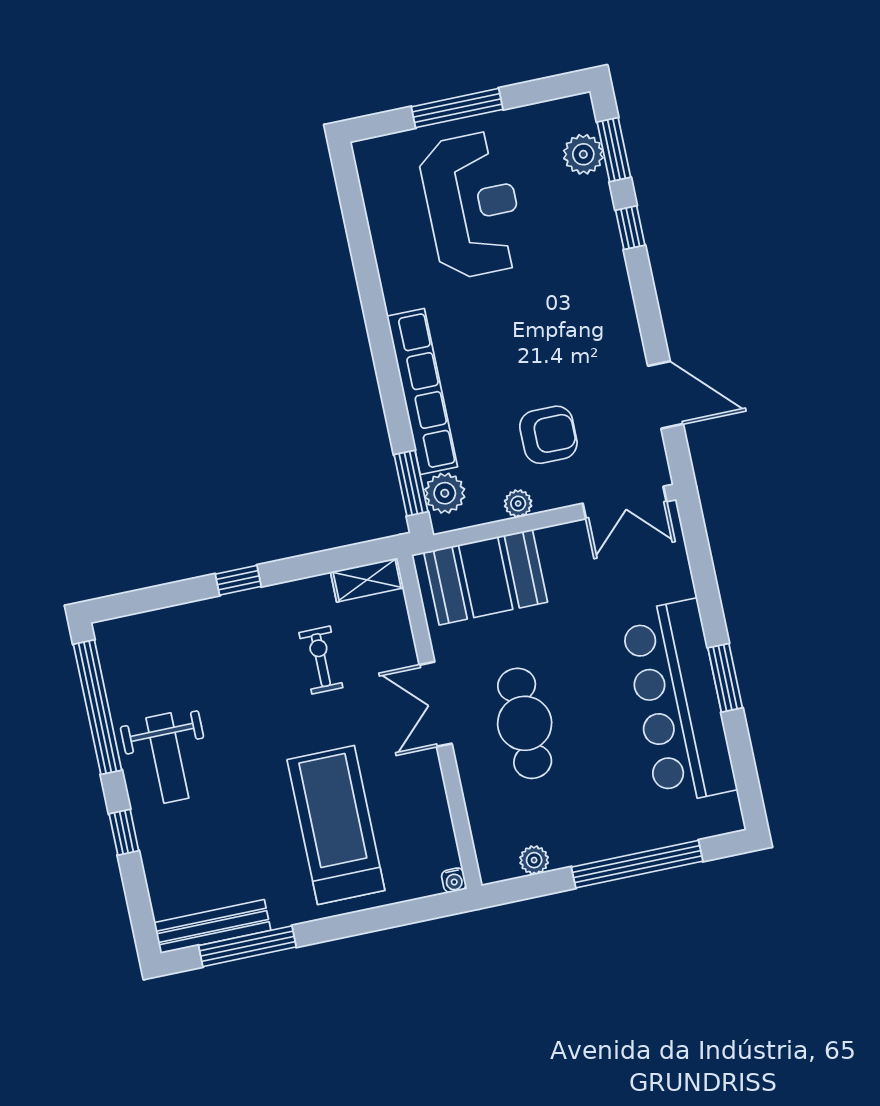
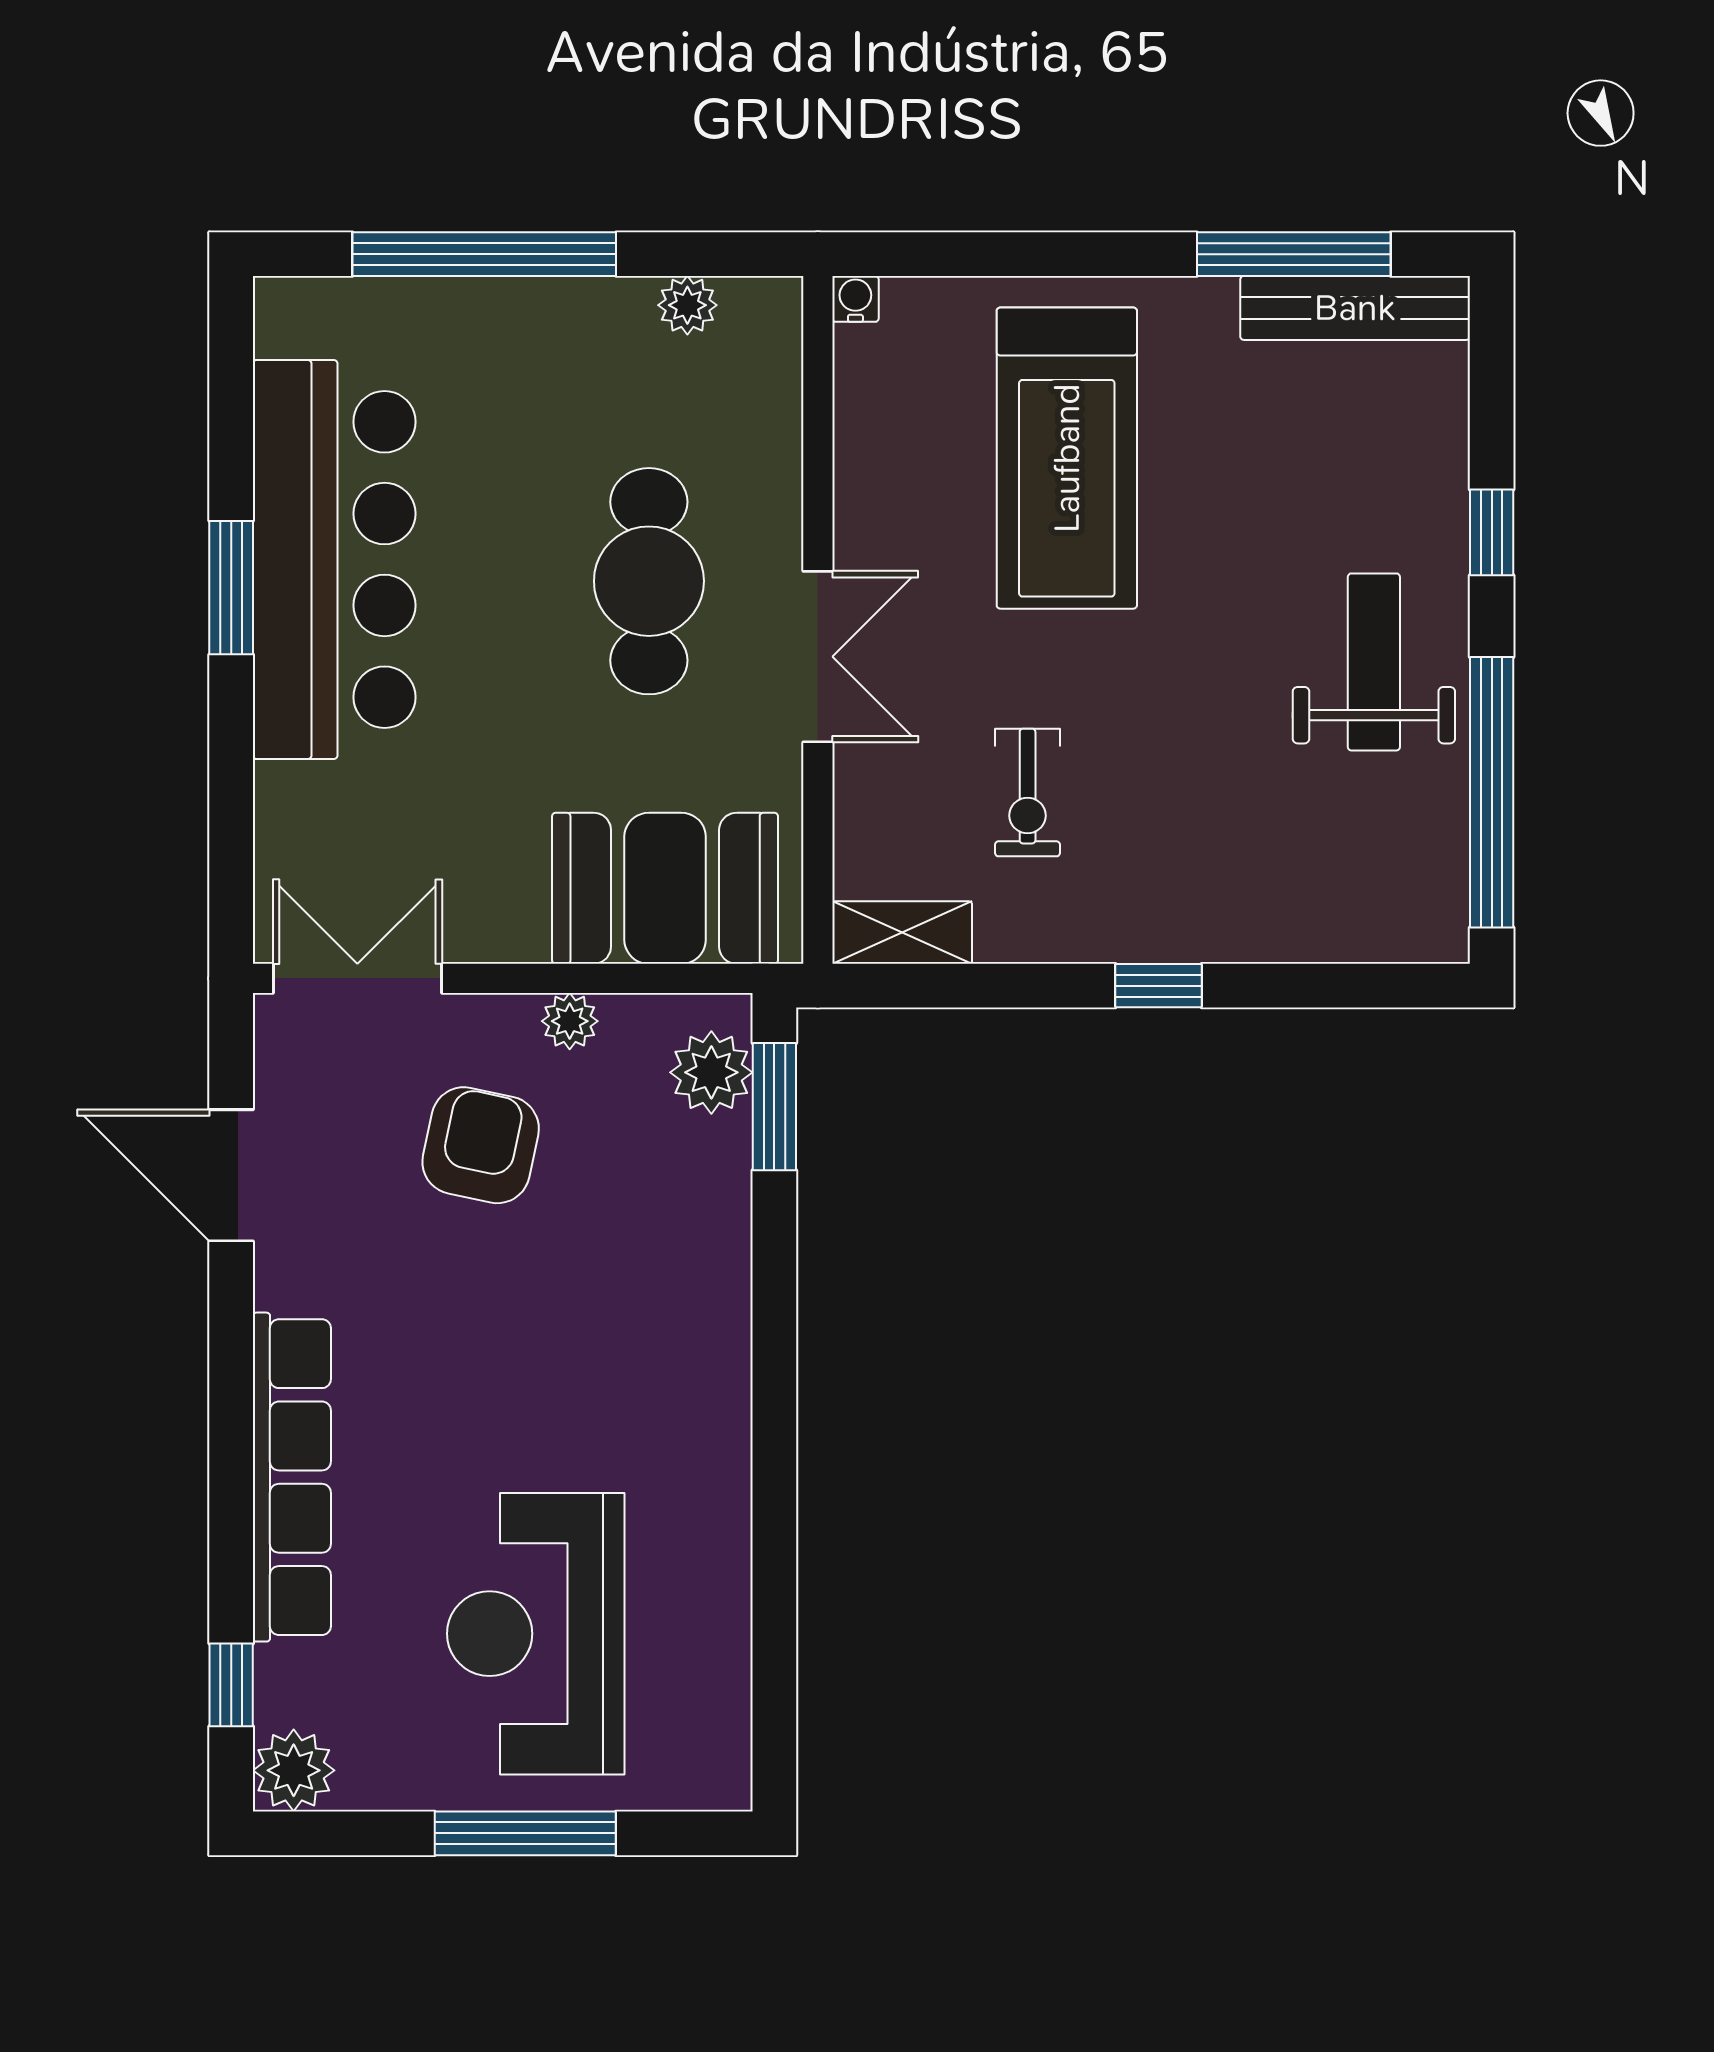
window: (614, 150) -> (231, 1685), width x0.67
plant: (583, 154) -> (294, 1770), moved
window: (630, 228) -> (231, 1523), removed
row of seats: (422, 391) -> (292, 1477), moved, turned 180
armchair: (548, 435) -> (481, 1145), turned 102

